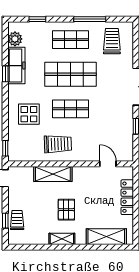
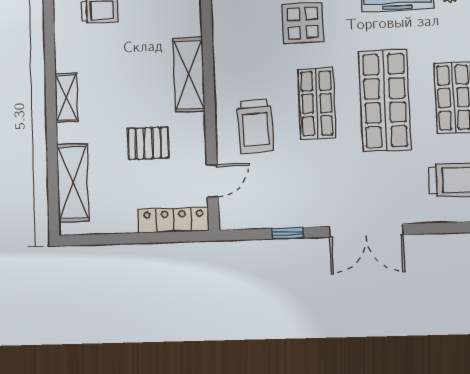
trolley: (58, 144) -> (255, 126), moved
locker: (127, 197) -> (173, 220), moved
pallet: (66, 210) -> (148, 143), moved

